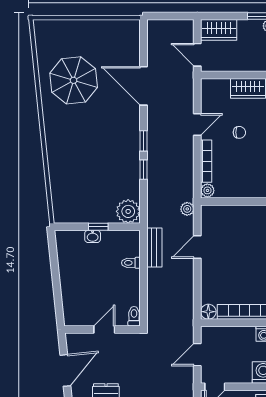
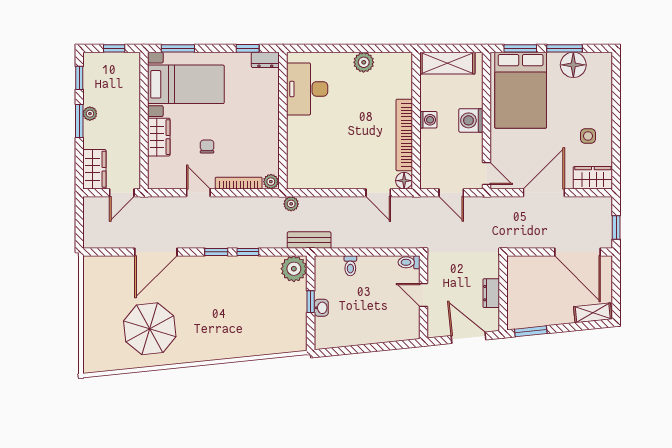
door: (197, 247) -> (378, 193), moved
bench: (154, 248) -> (309, 240), moved

